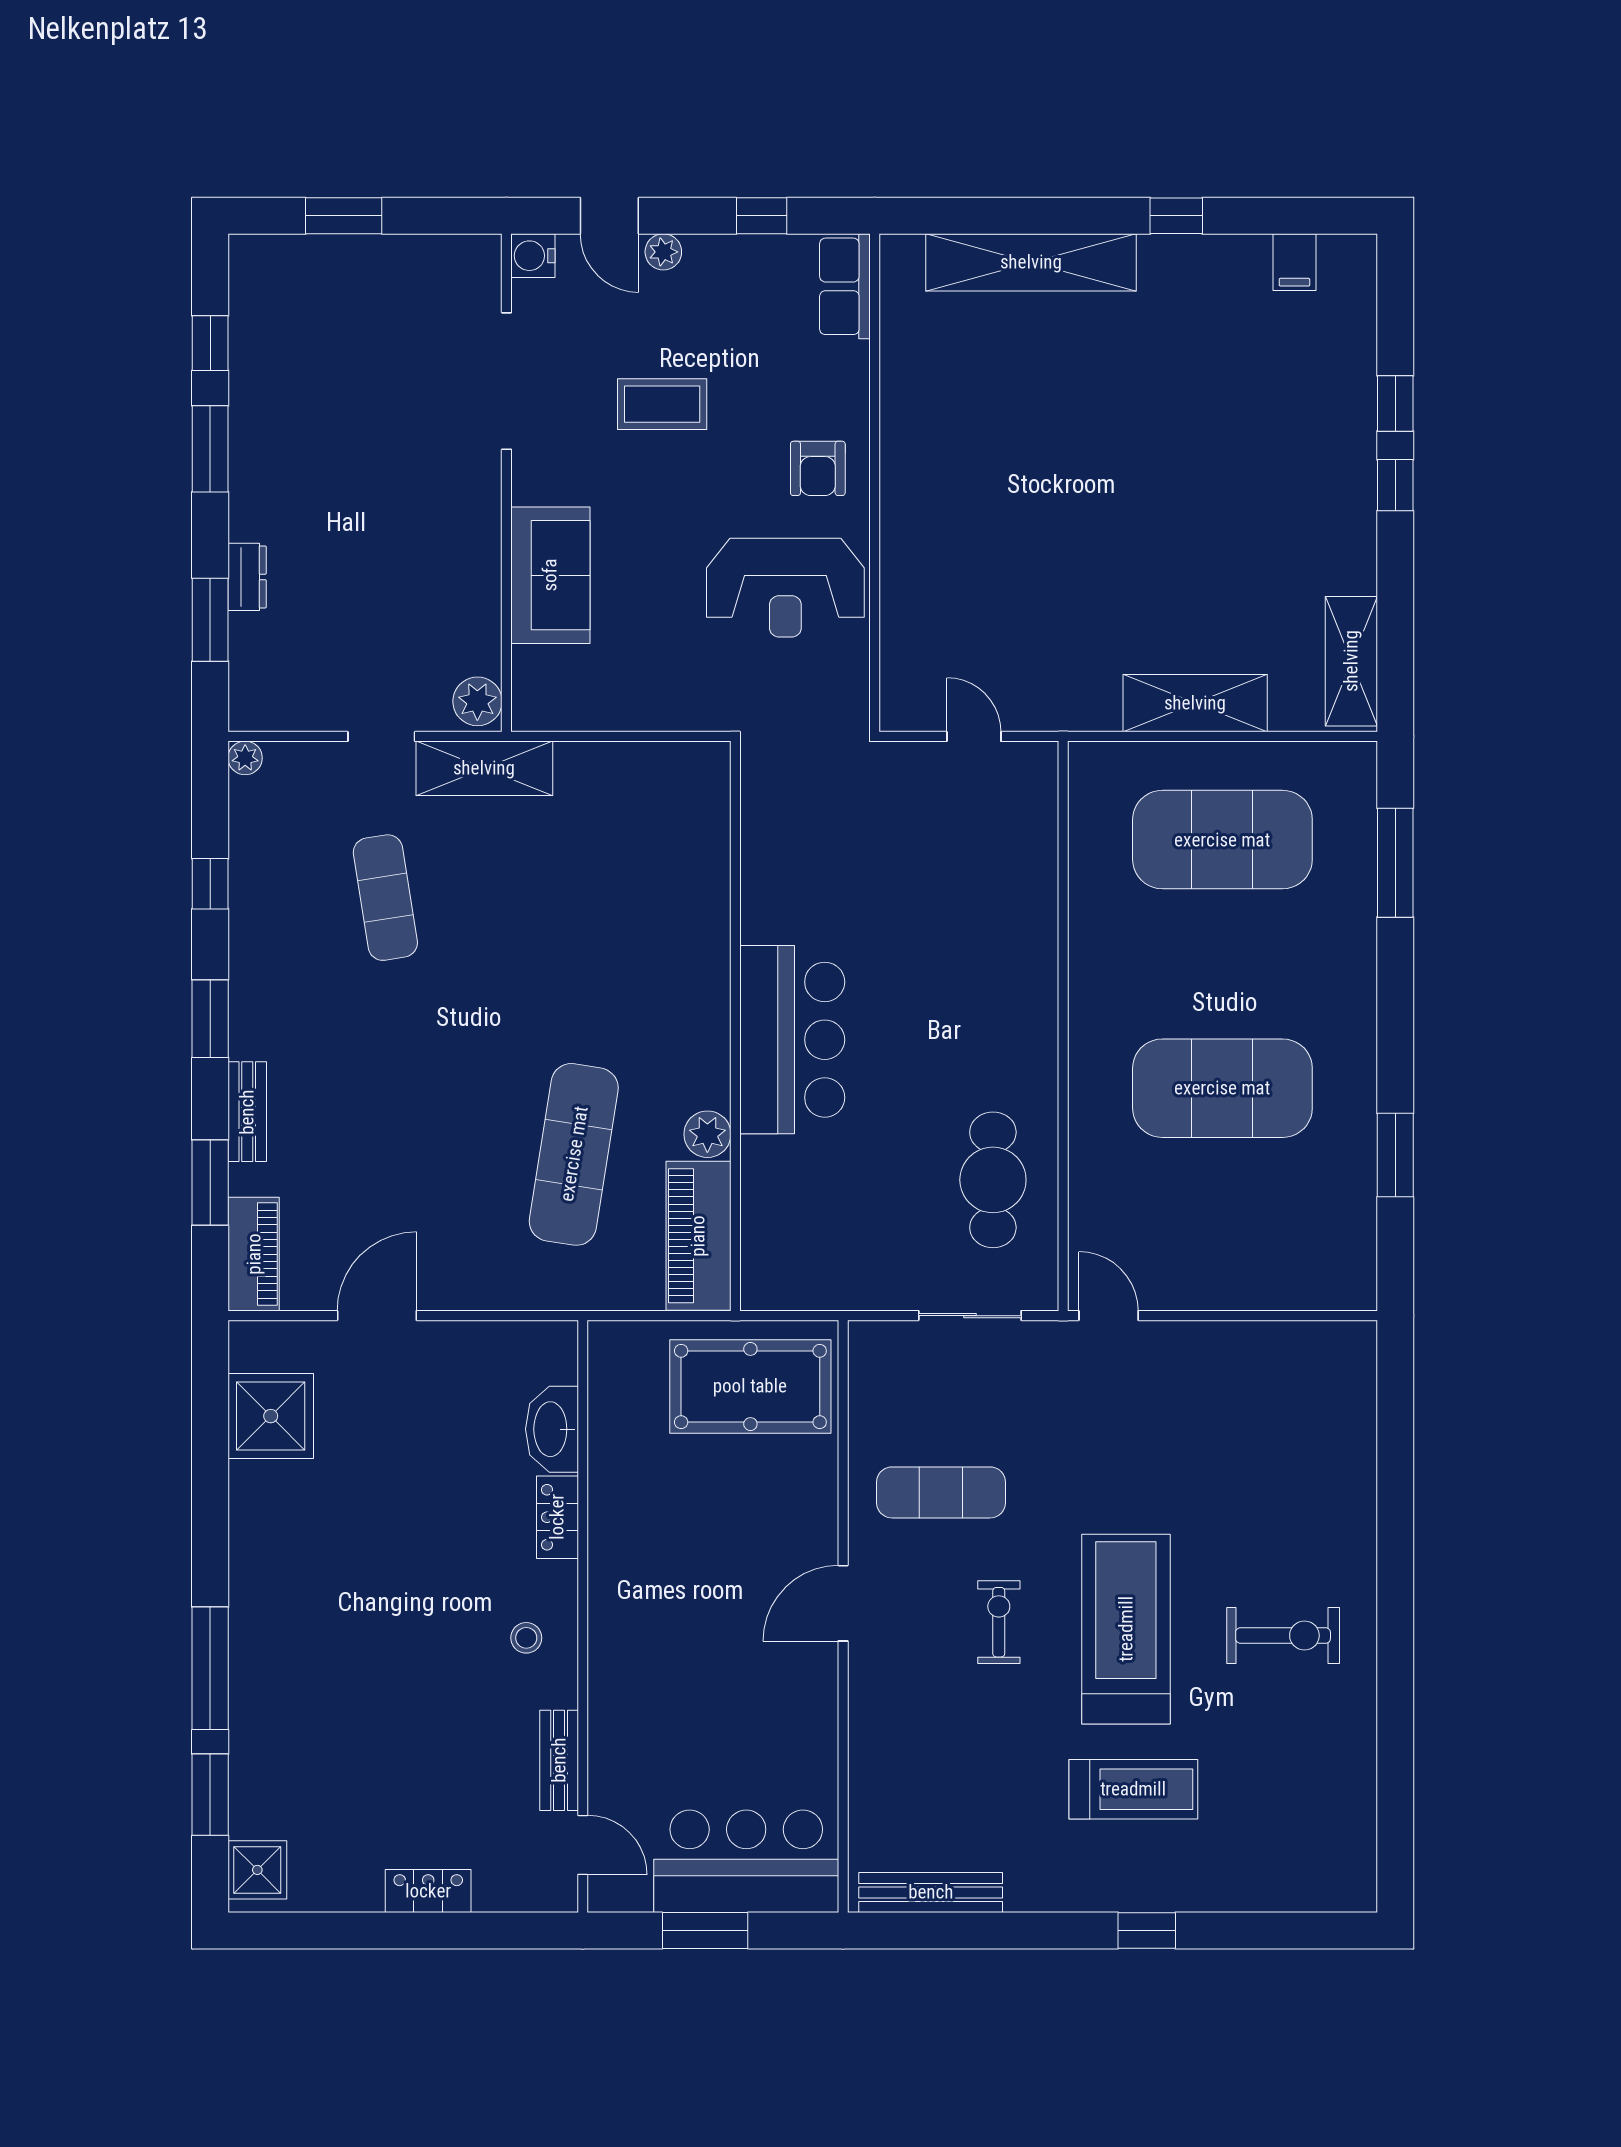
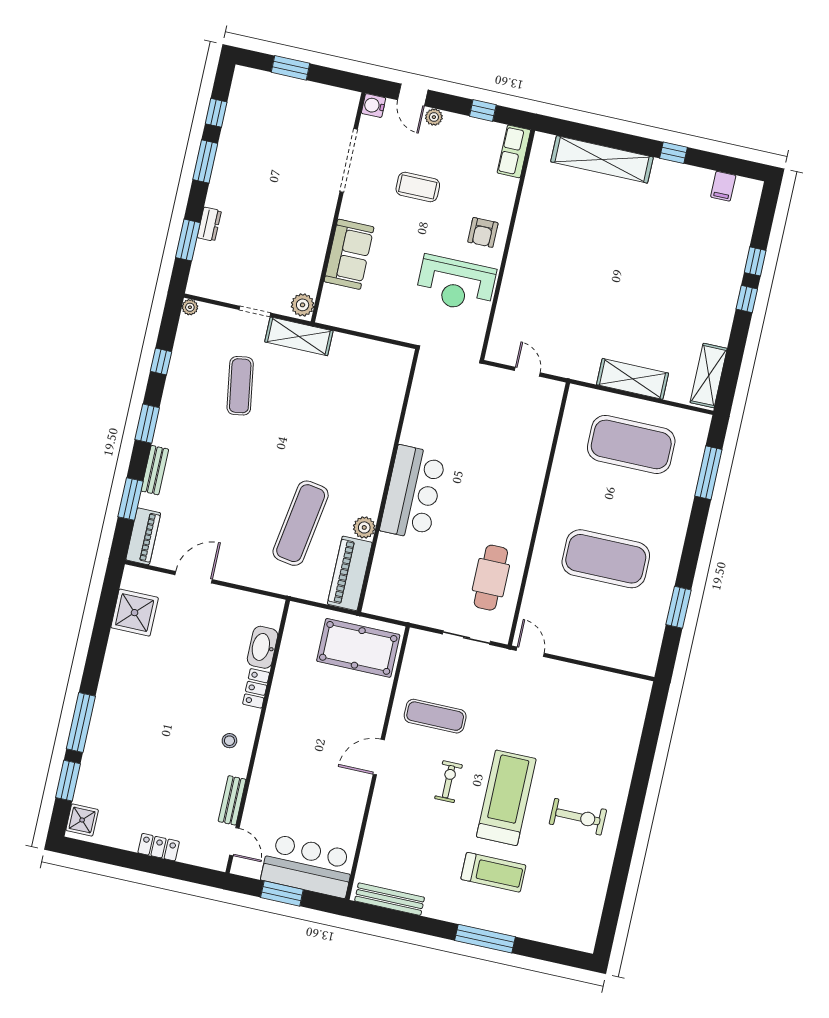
window: (1147, 1931) -> (485, 939), width x2.17

